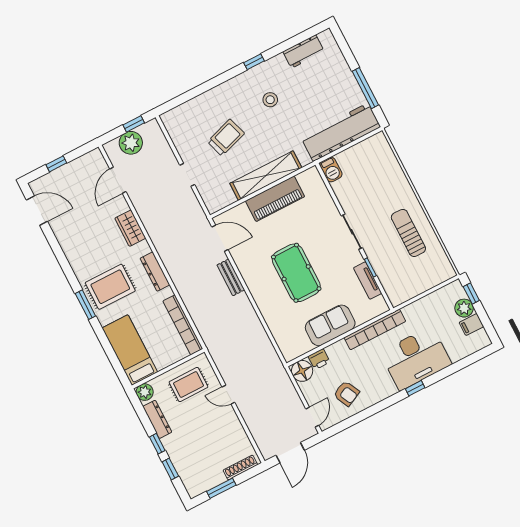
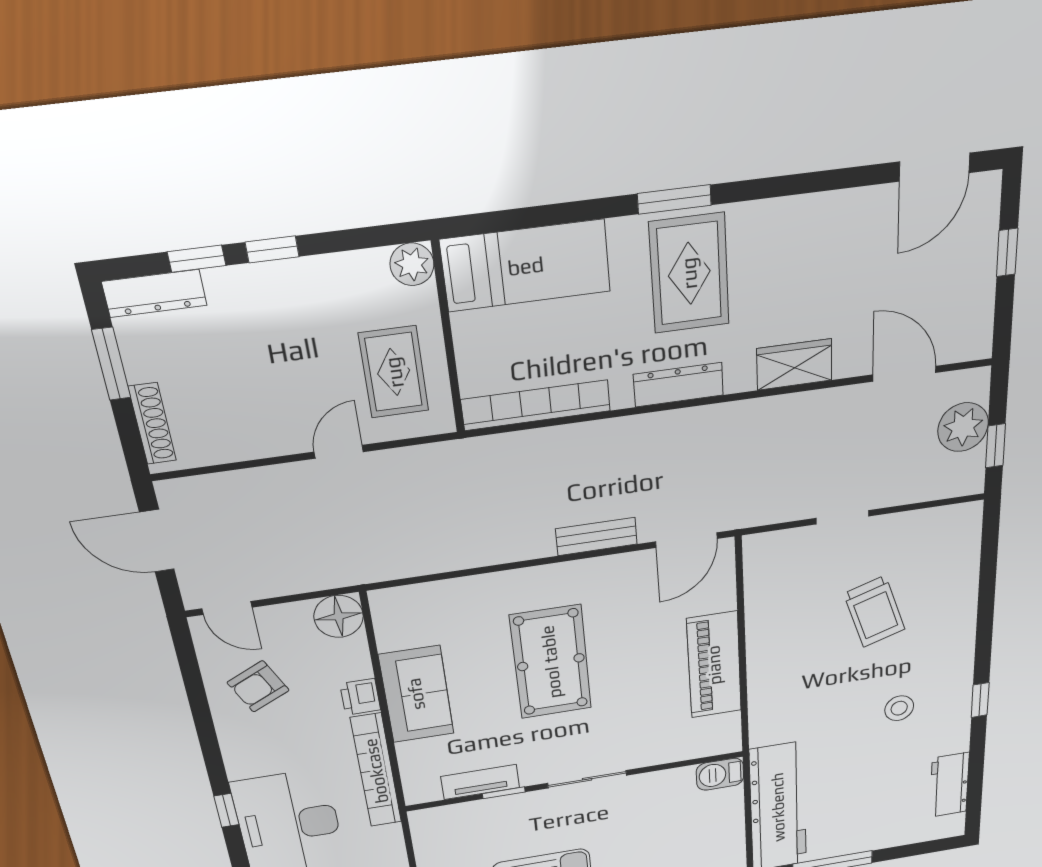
shelving: (266, 176) -> (766, 661), removed
pool table: (296, 273) -> (551, 662), turned 90
printer: (319, 359) -> (360, 697), moved
dresser: (157, 419) -> (154, 293), moved

